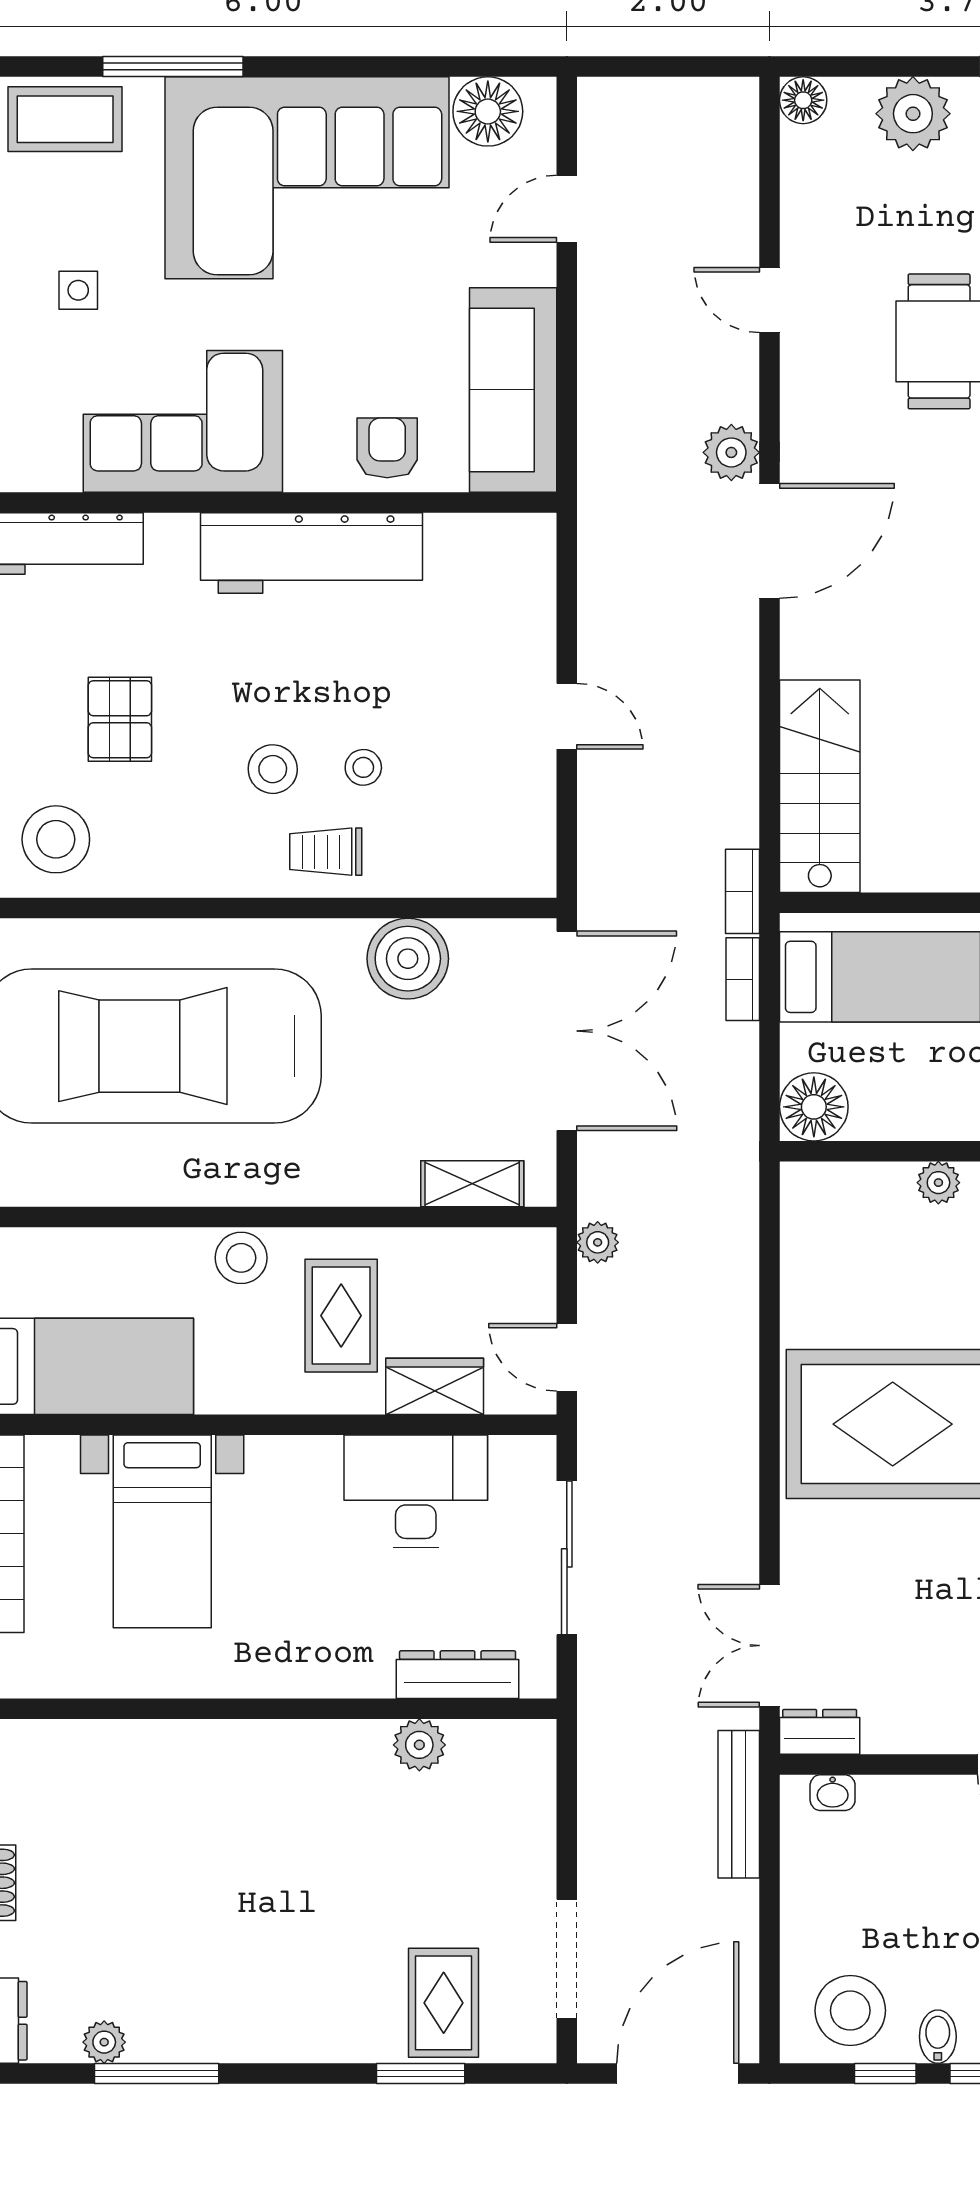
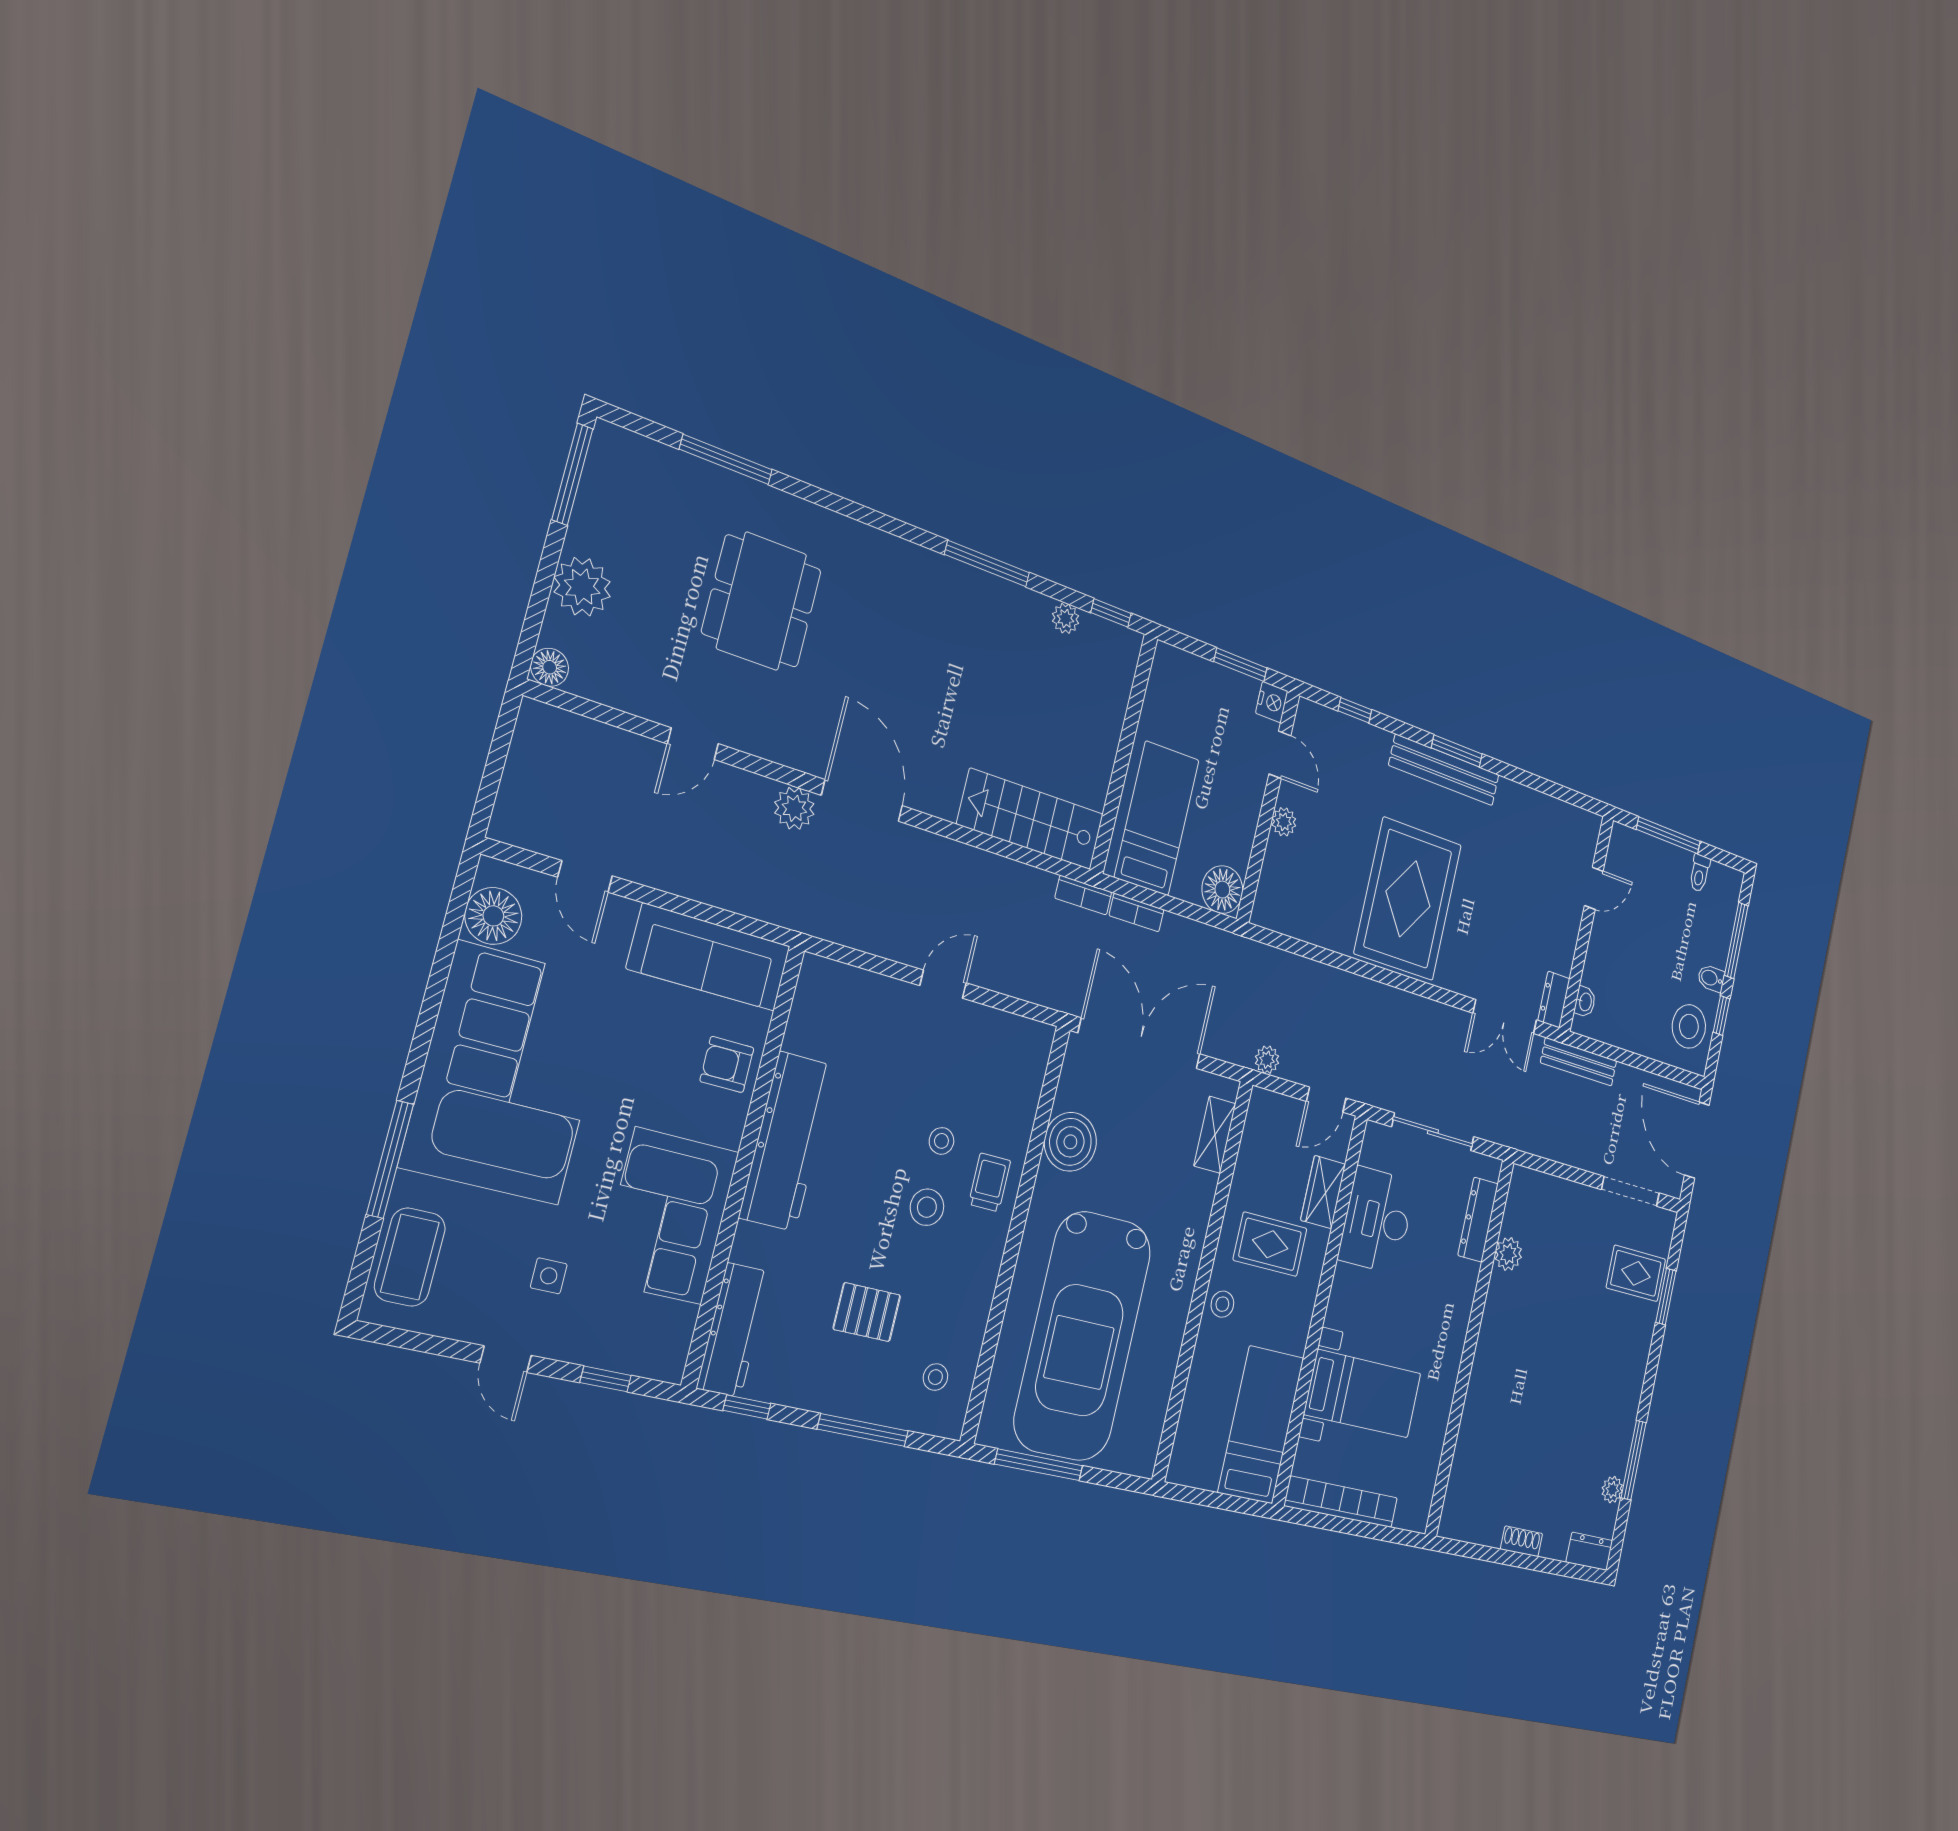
stool: (56, 839) -> (935, 1377), width x0.53, depth x0.53
trolley: (326, 852) -> (990, 1182), turned 180
stool: (241, 1258) -> (1222, 1304), width x0.73, depth x0.73

